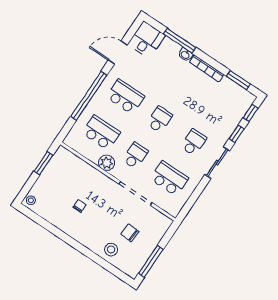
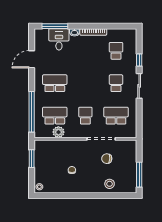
desk: (146, 40) -> (59, 39), moved
window: (180, 41) -> (55, 26), moved
window: (238, 80) -> (118, 26), removed
window: (89, 96) -> (32, 112), moved
window: (251, 113) -> (139, 41), removed
school desk: (159, 119) -> (116, 51), moved
plant: (107, 163) -> (58, 132), moved
chair: (130, 233) -> (107, 159), moved

